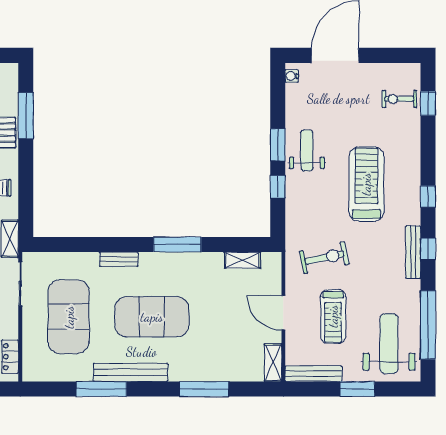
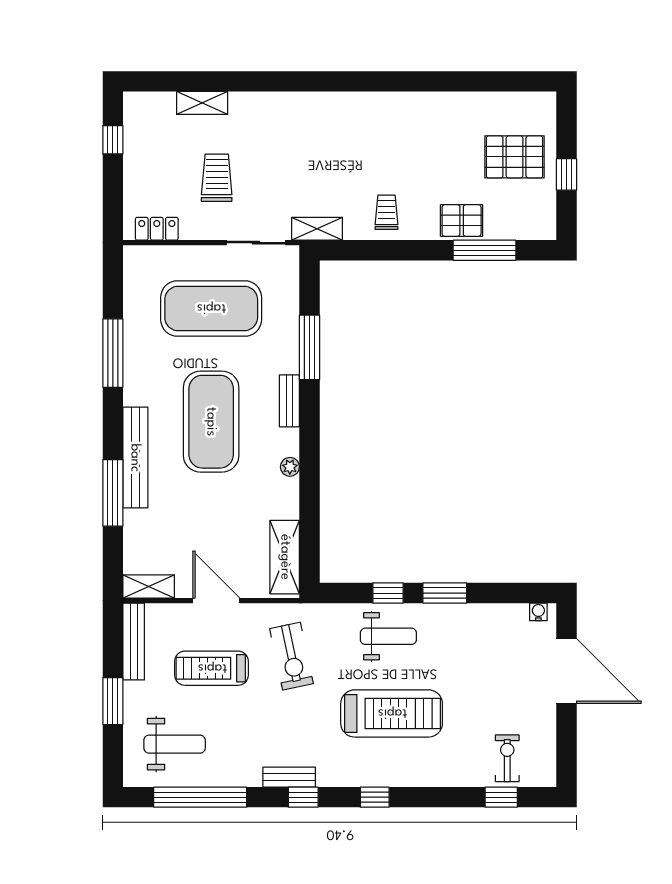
weight bench: (307, 150) -> (388, 636), moved
window: (177, 244) -> (309, 347), moved
bench: (413, 252) -> (289, 777), width x0.73
bench: (119, 259) -> (289, 401), moved
plant: (185, 259) -> (290, 467), added
shelving: (242, 260) -> (285, 557), width x1.50, depth x1.33
door: (283, 313) -> (216, 601), hinge flipped
weight bench: (389, 344) -> (175, 744), width x0.73, depth x0.75
bench: (130, 372) -> (135, 458), moved

